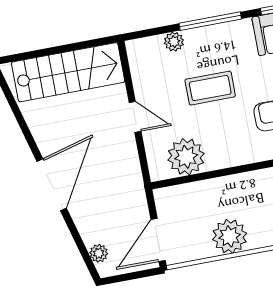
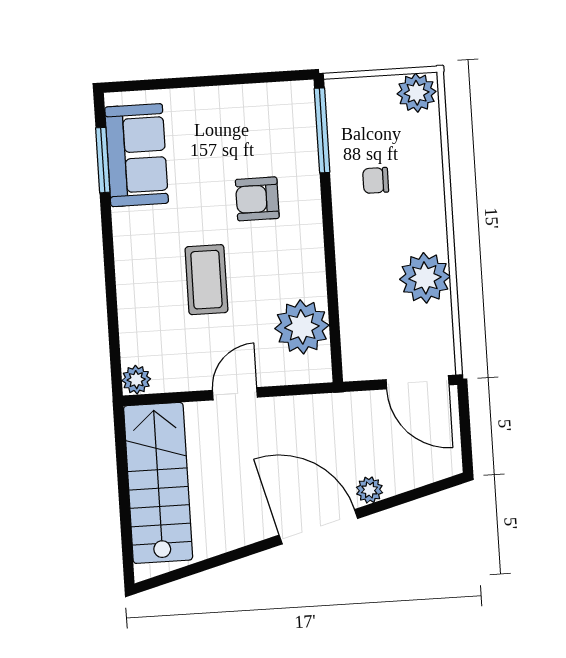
window: (210, 21) -> (109, 268), removed
plant: (174, 42) -> (136, 380), moved
plant: (99, 253) -> (369, 490), moved

